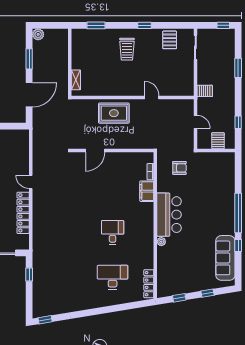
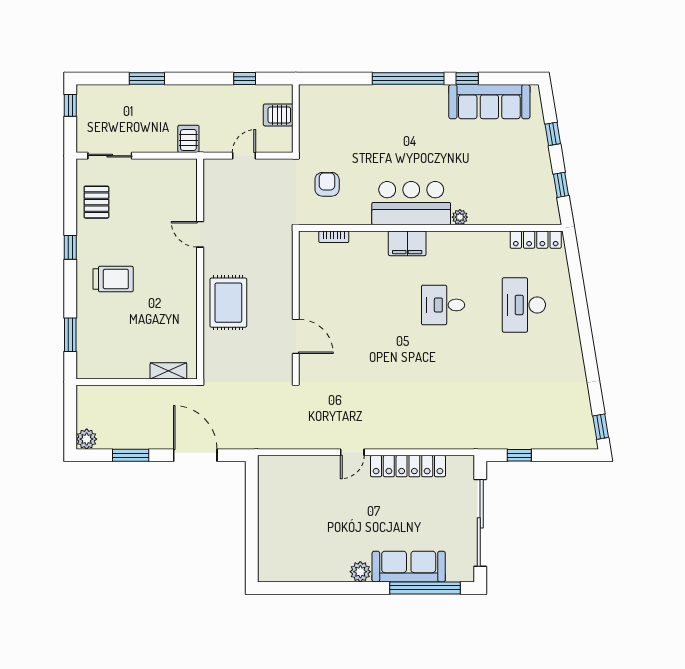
pallet: (170, 40) -> (96, 202), turned 90
door: (152, 97) -> (200, 234), hinge flipped
filing cabinet: (147, 191) -> (407, 243), moved

